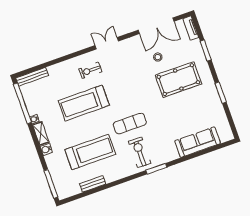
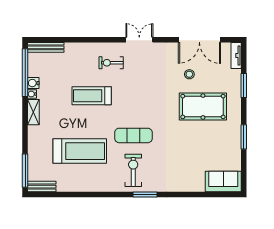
treadmill: (84, 103) -> (92, 96), width x0.73, depth x0.73
sofa: (198, 142) -> (223, 182), moved, width x0.73
water cooler: (46, 149) -> (33, 83), moved
bench: (93, 184) -> (42, 187), moved

